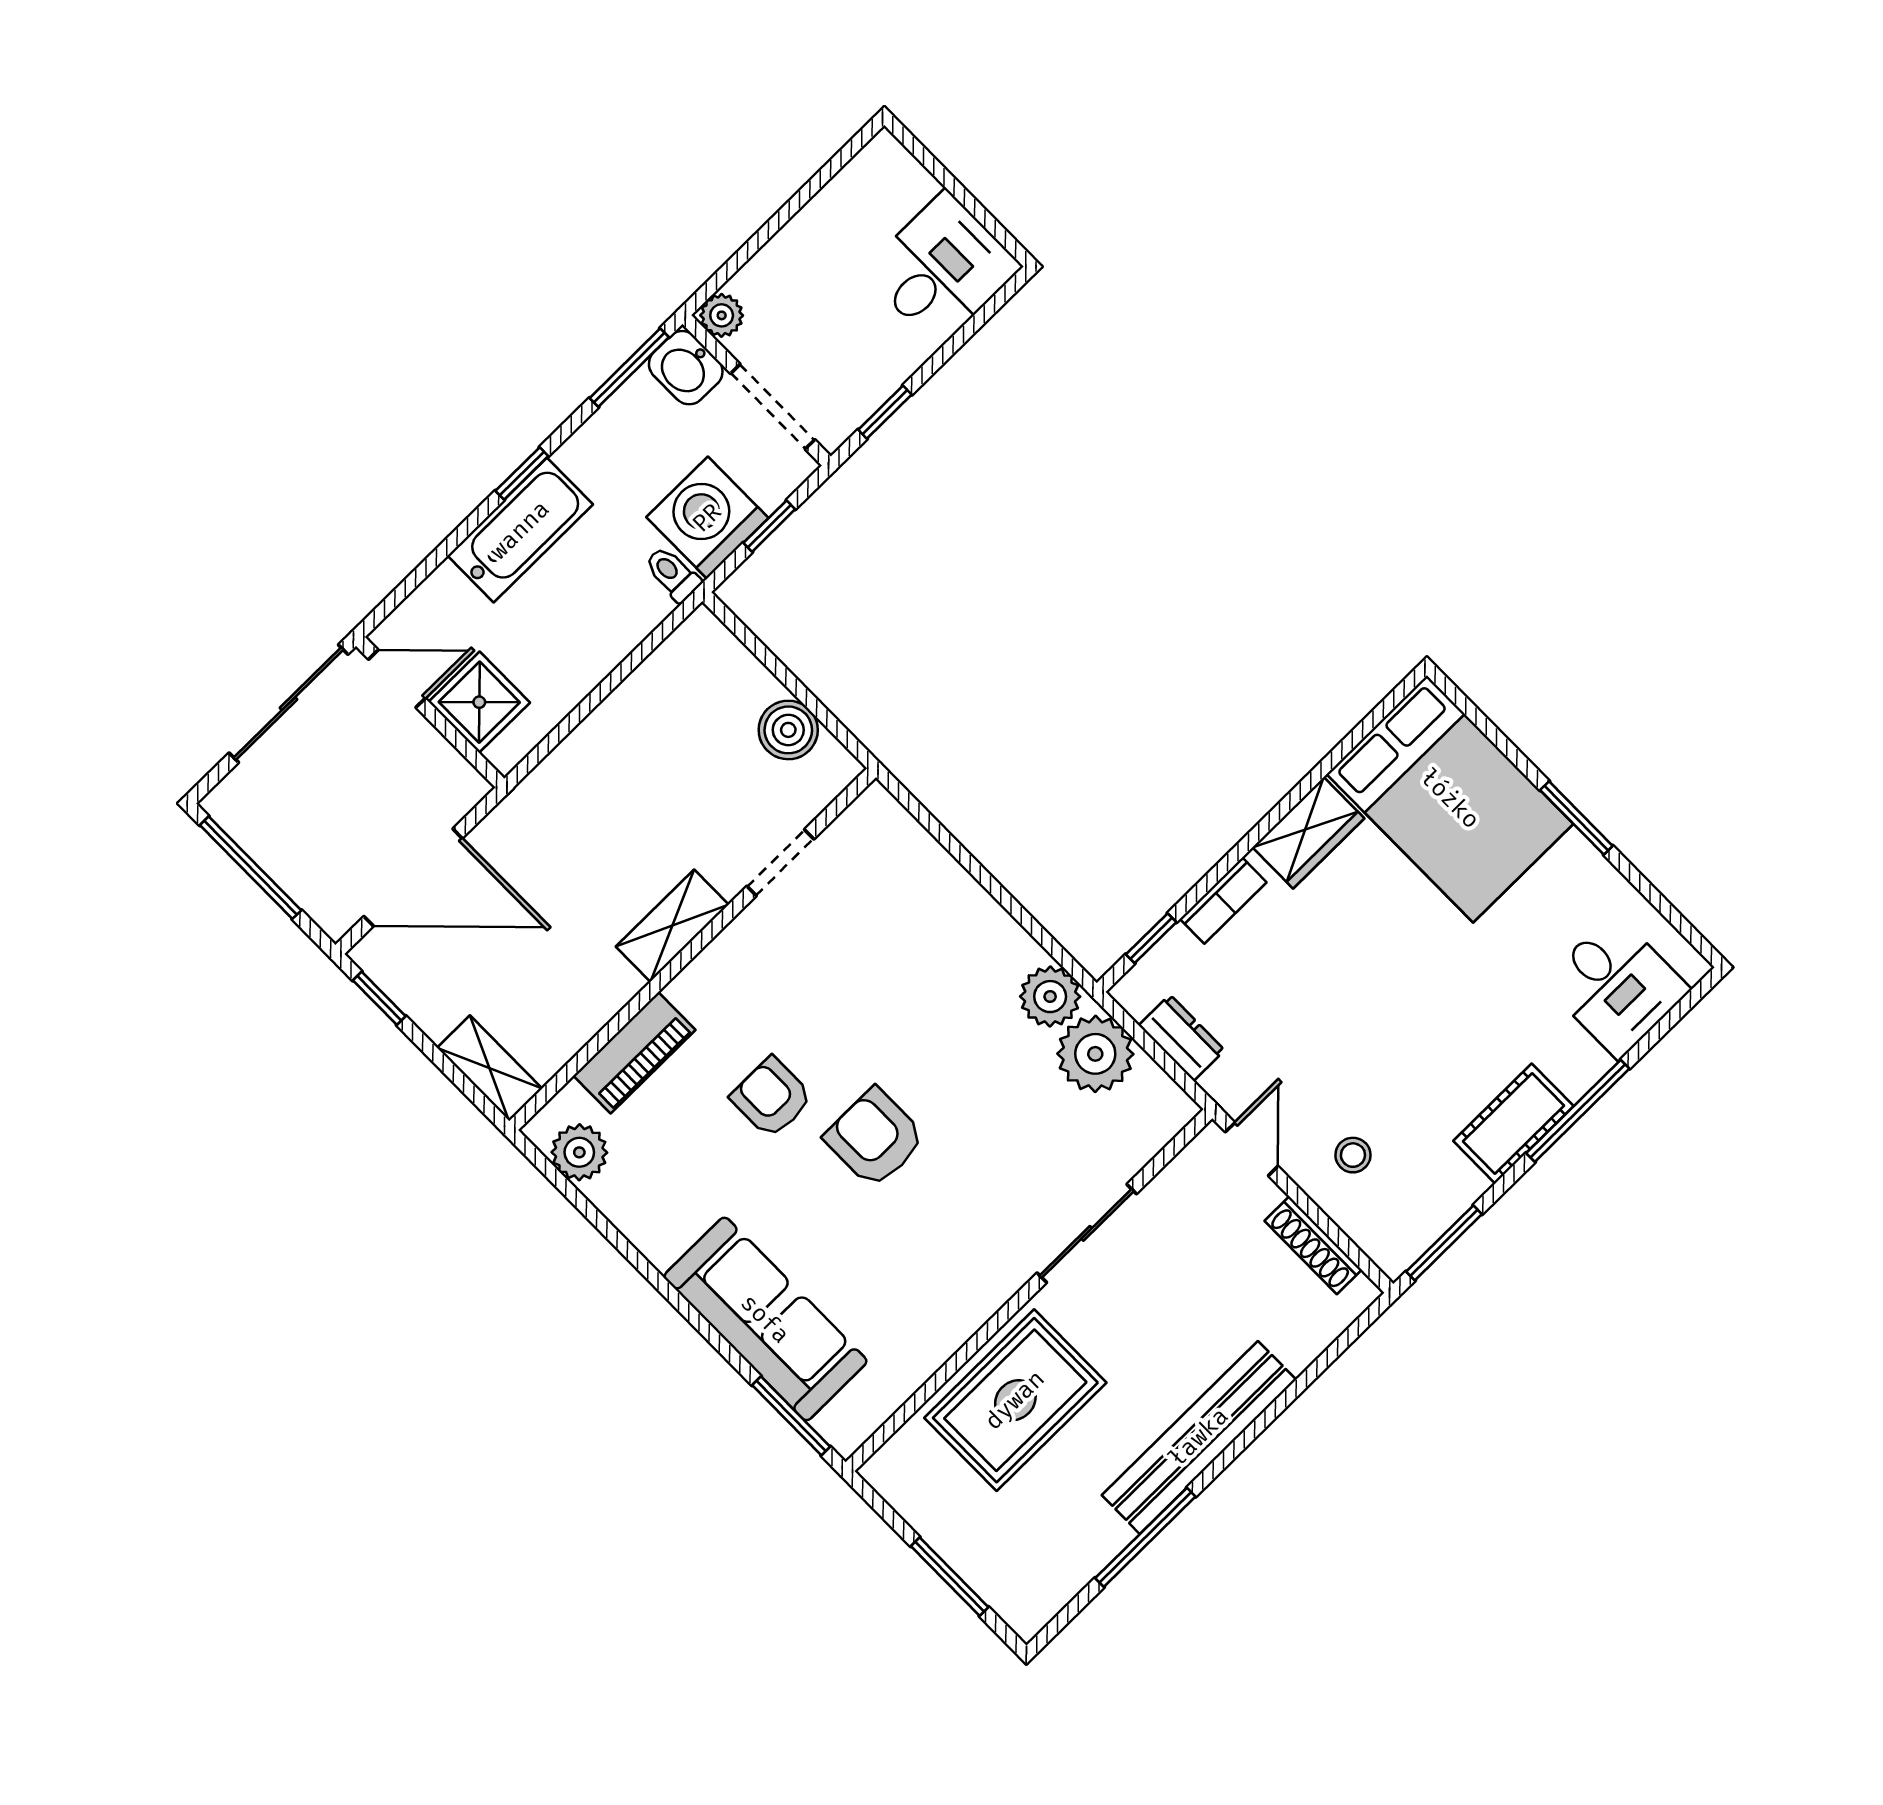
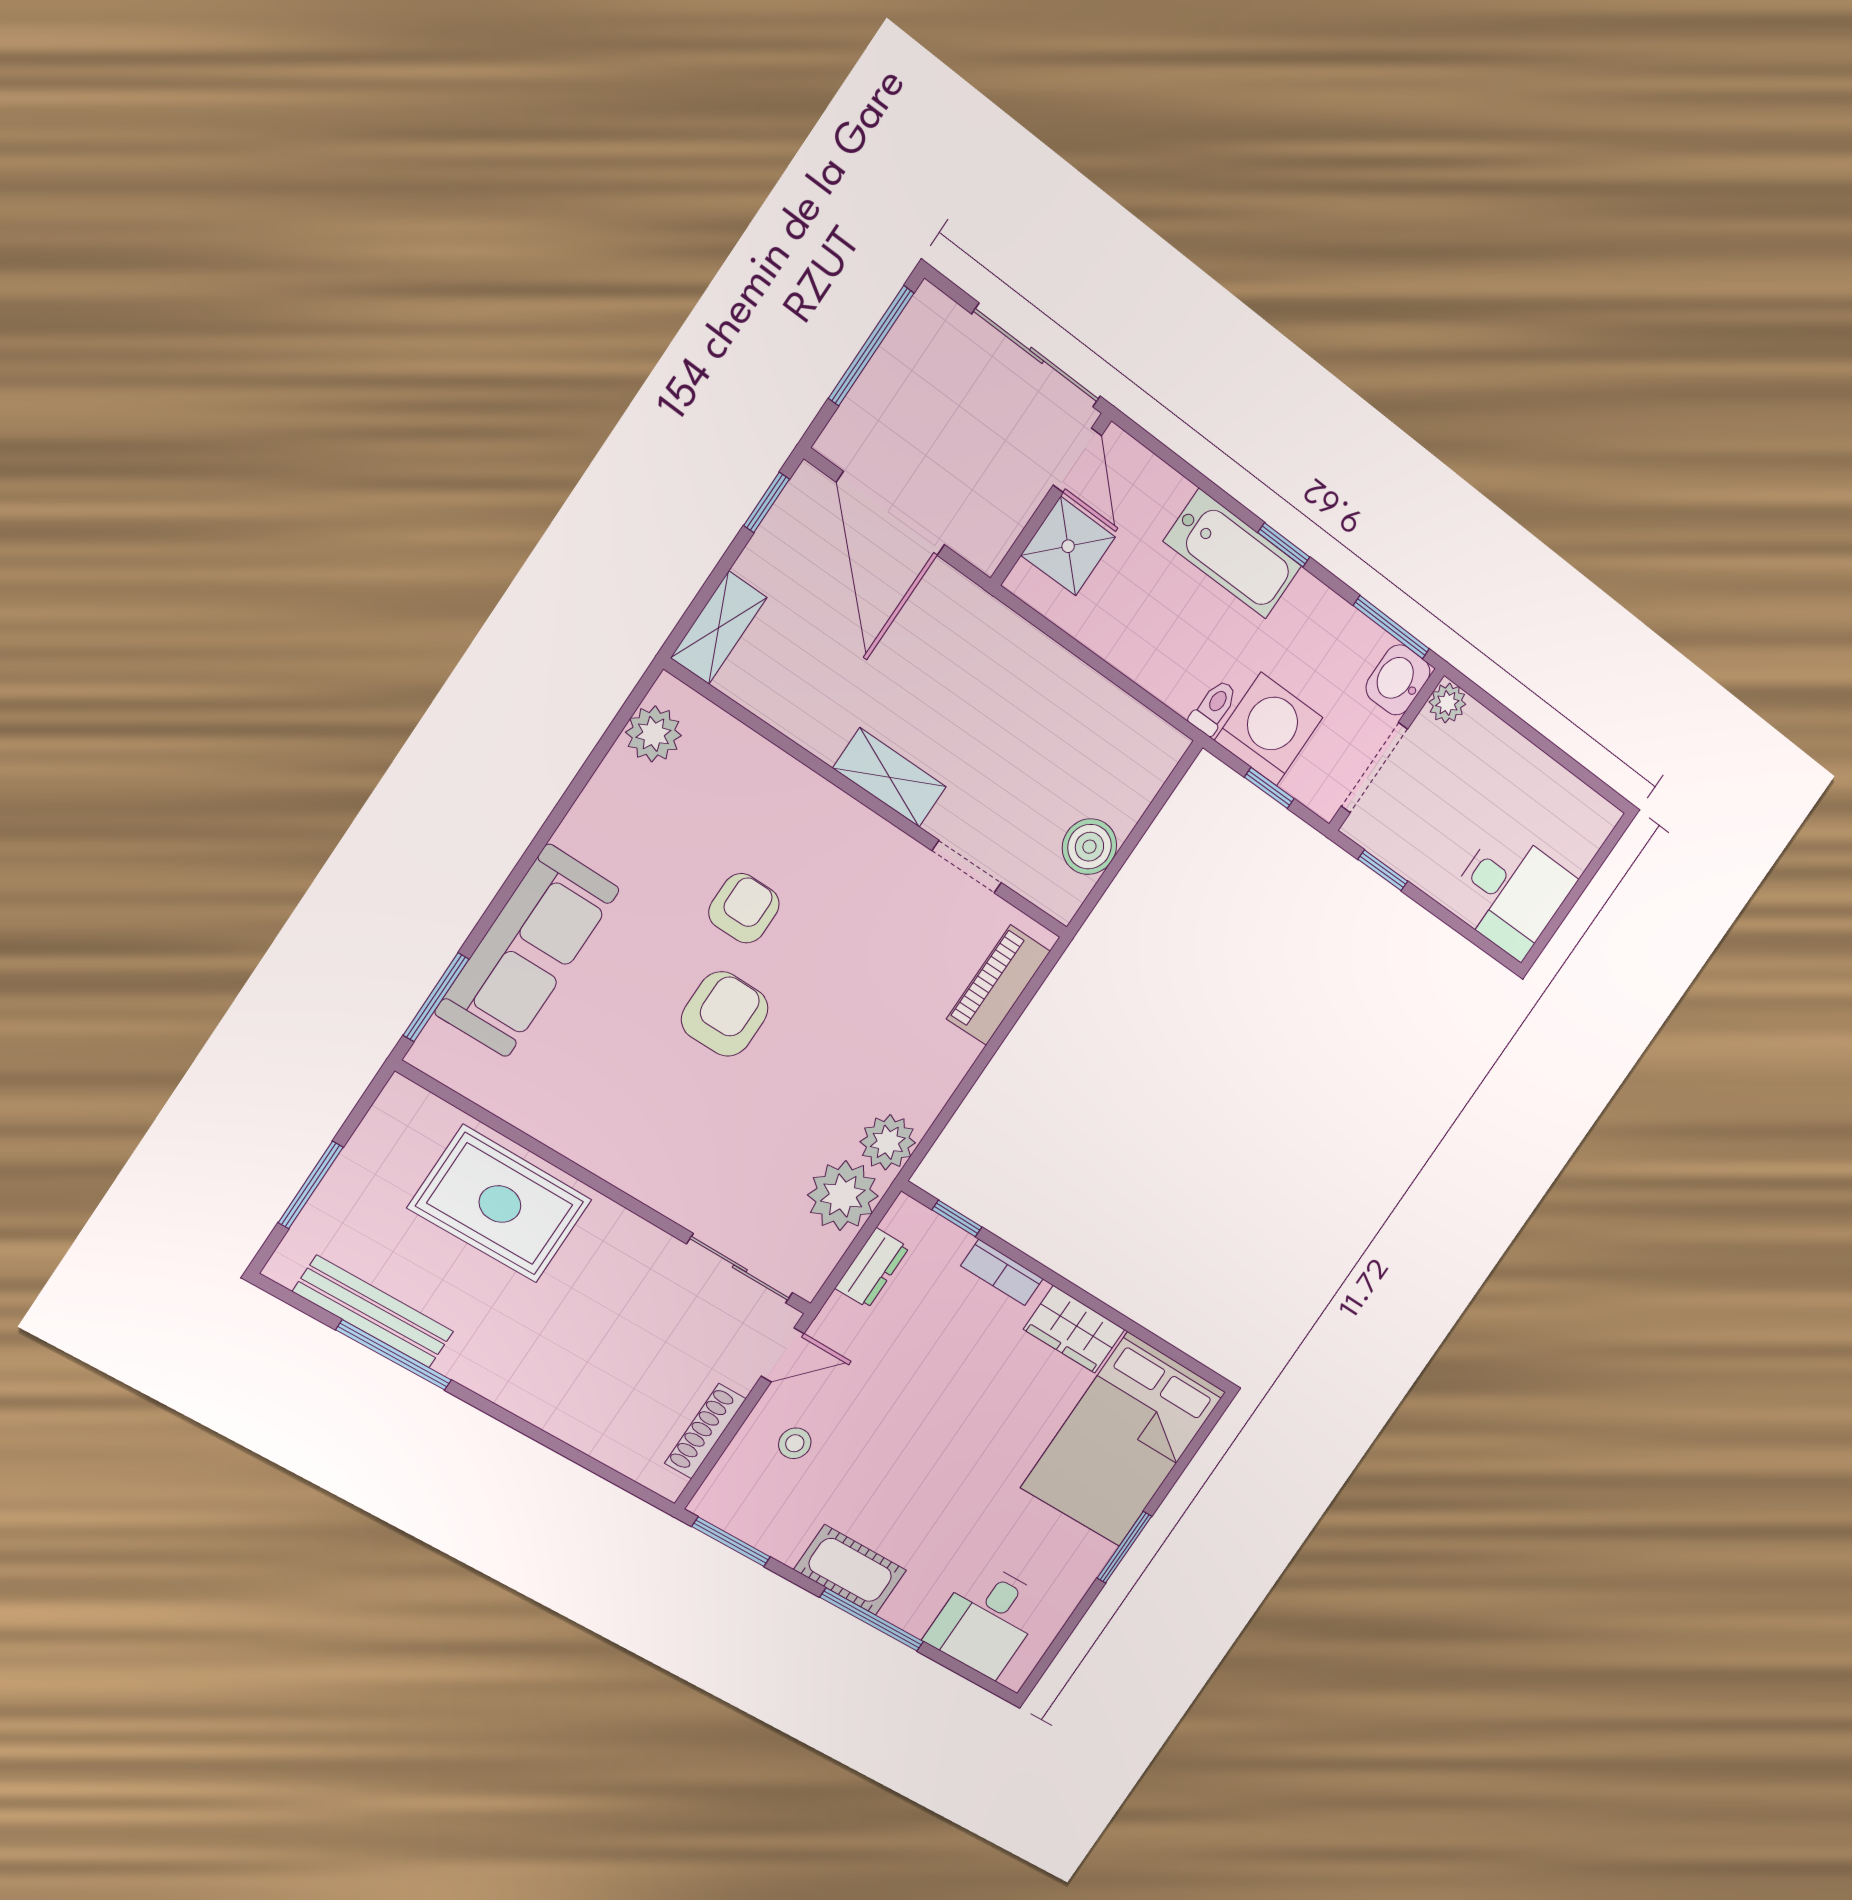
piano: (634, 1053) -> (998, 985), moved, turned 90
sliding door: (1087, 1233) -> (740, 1268), moved
bench: (1199, 1437) -> (373, 1312), moved, width x0.73, depth x0.82

